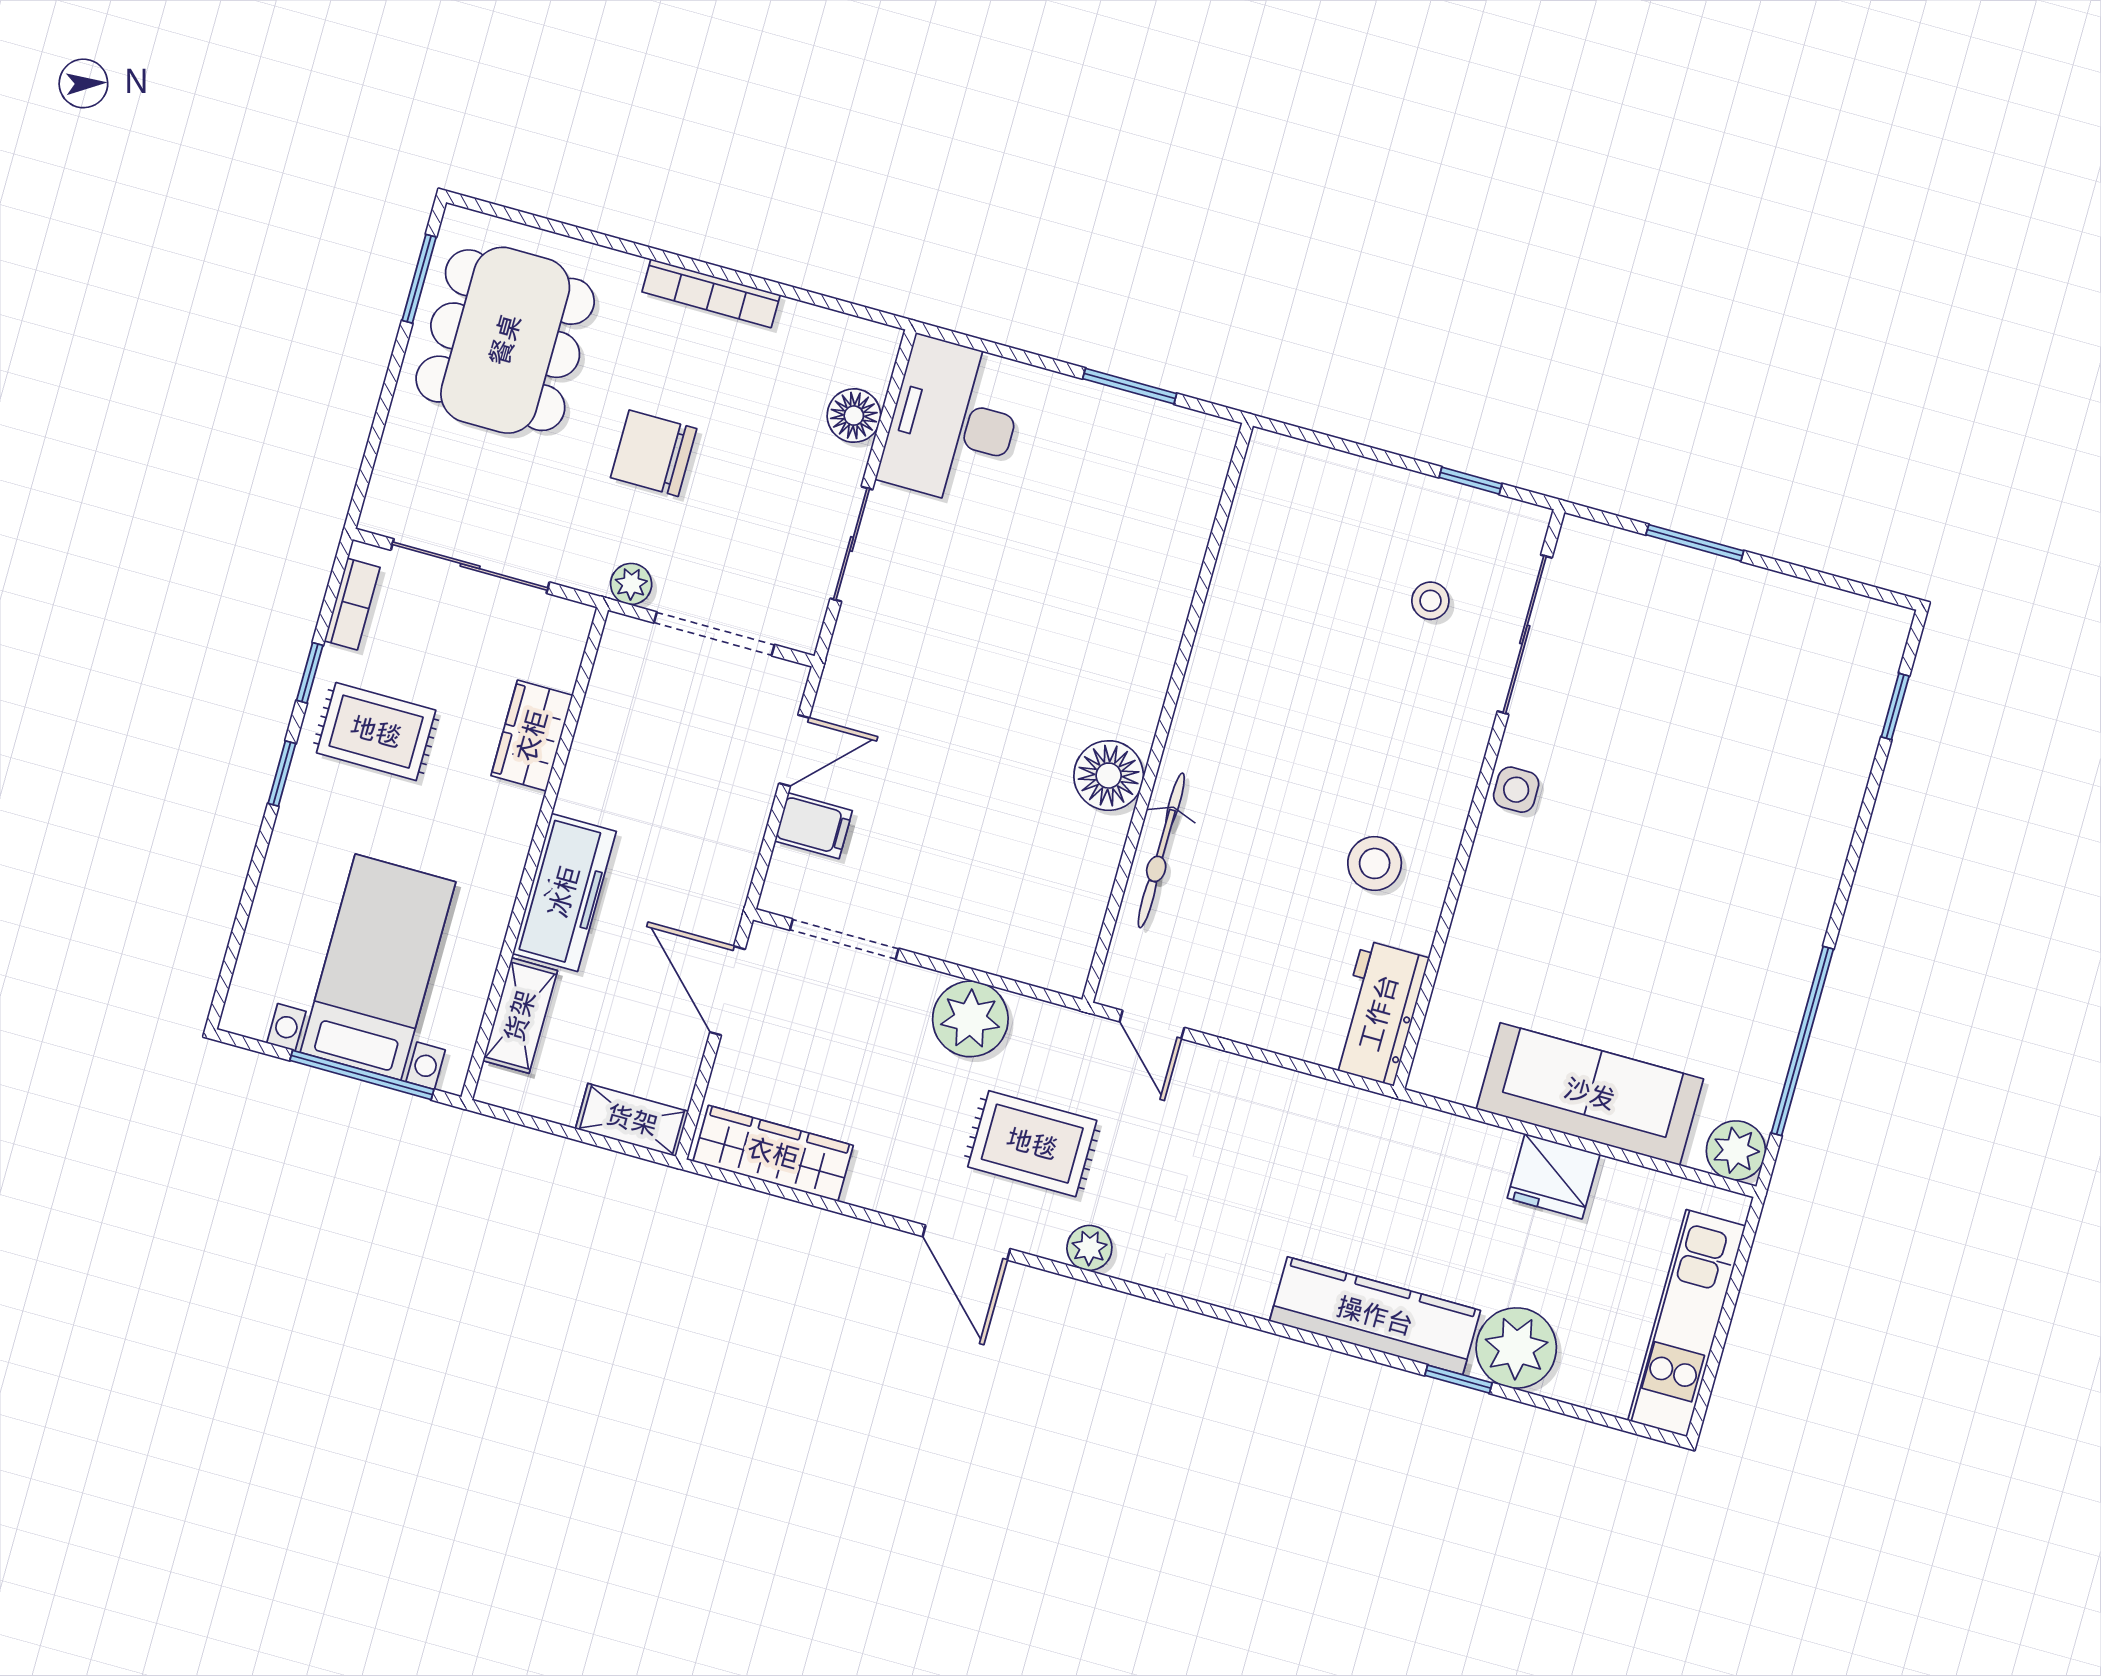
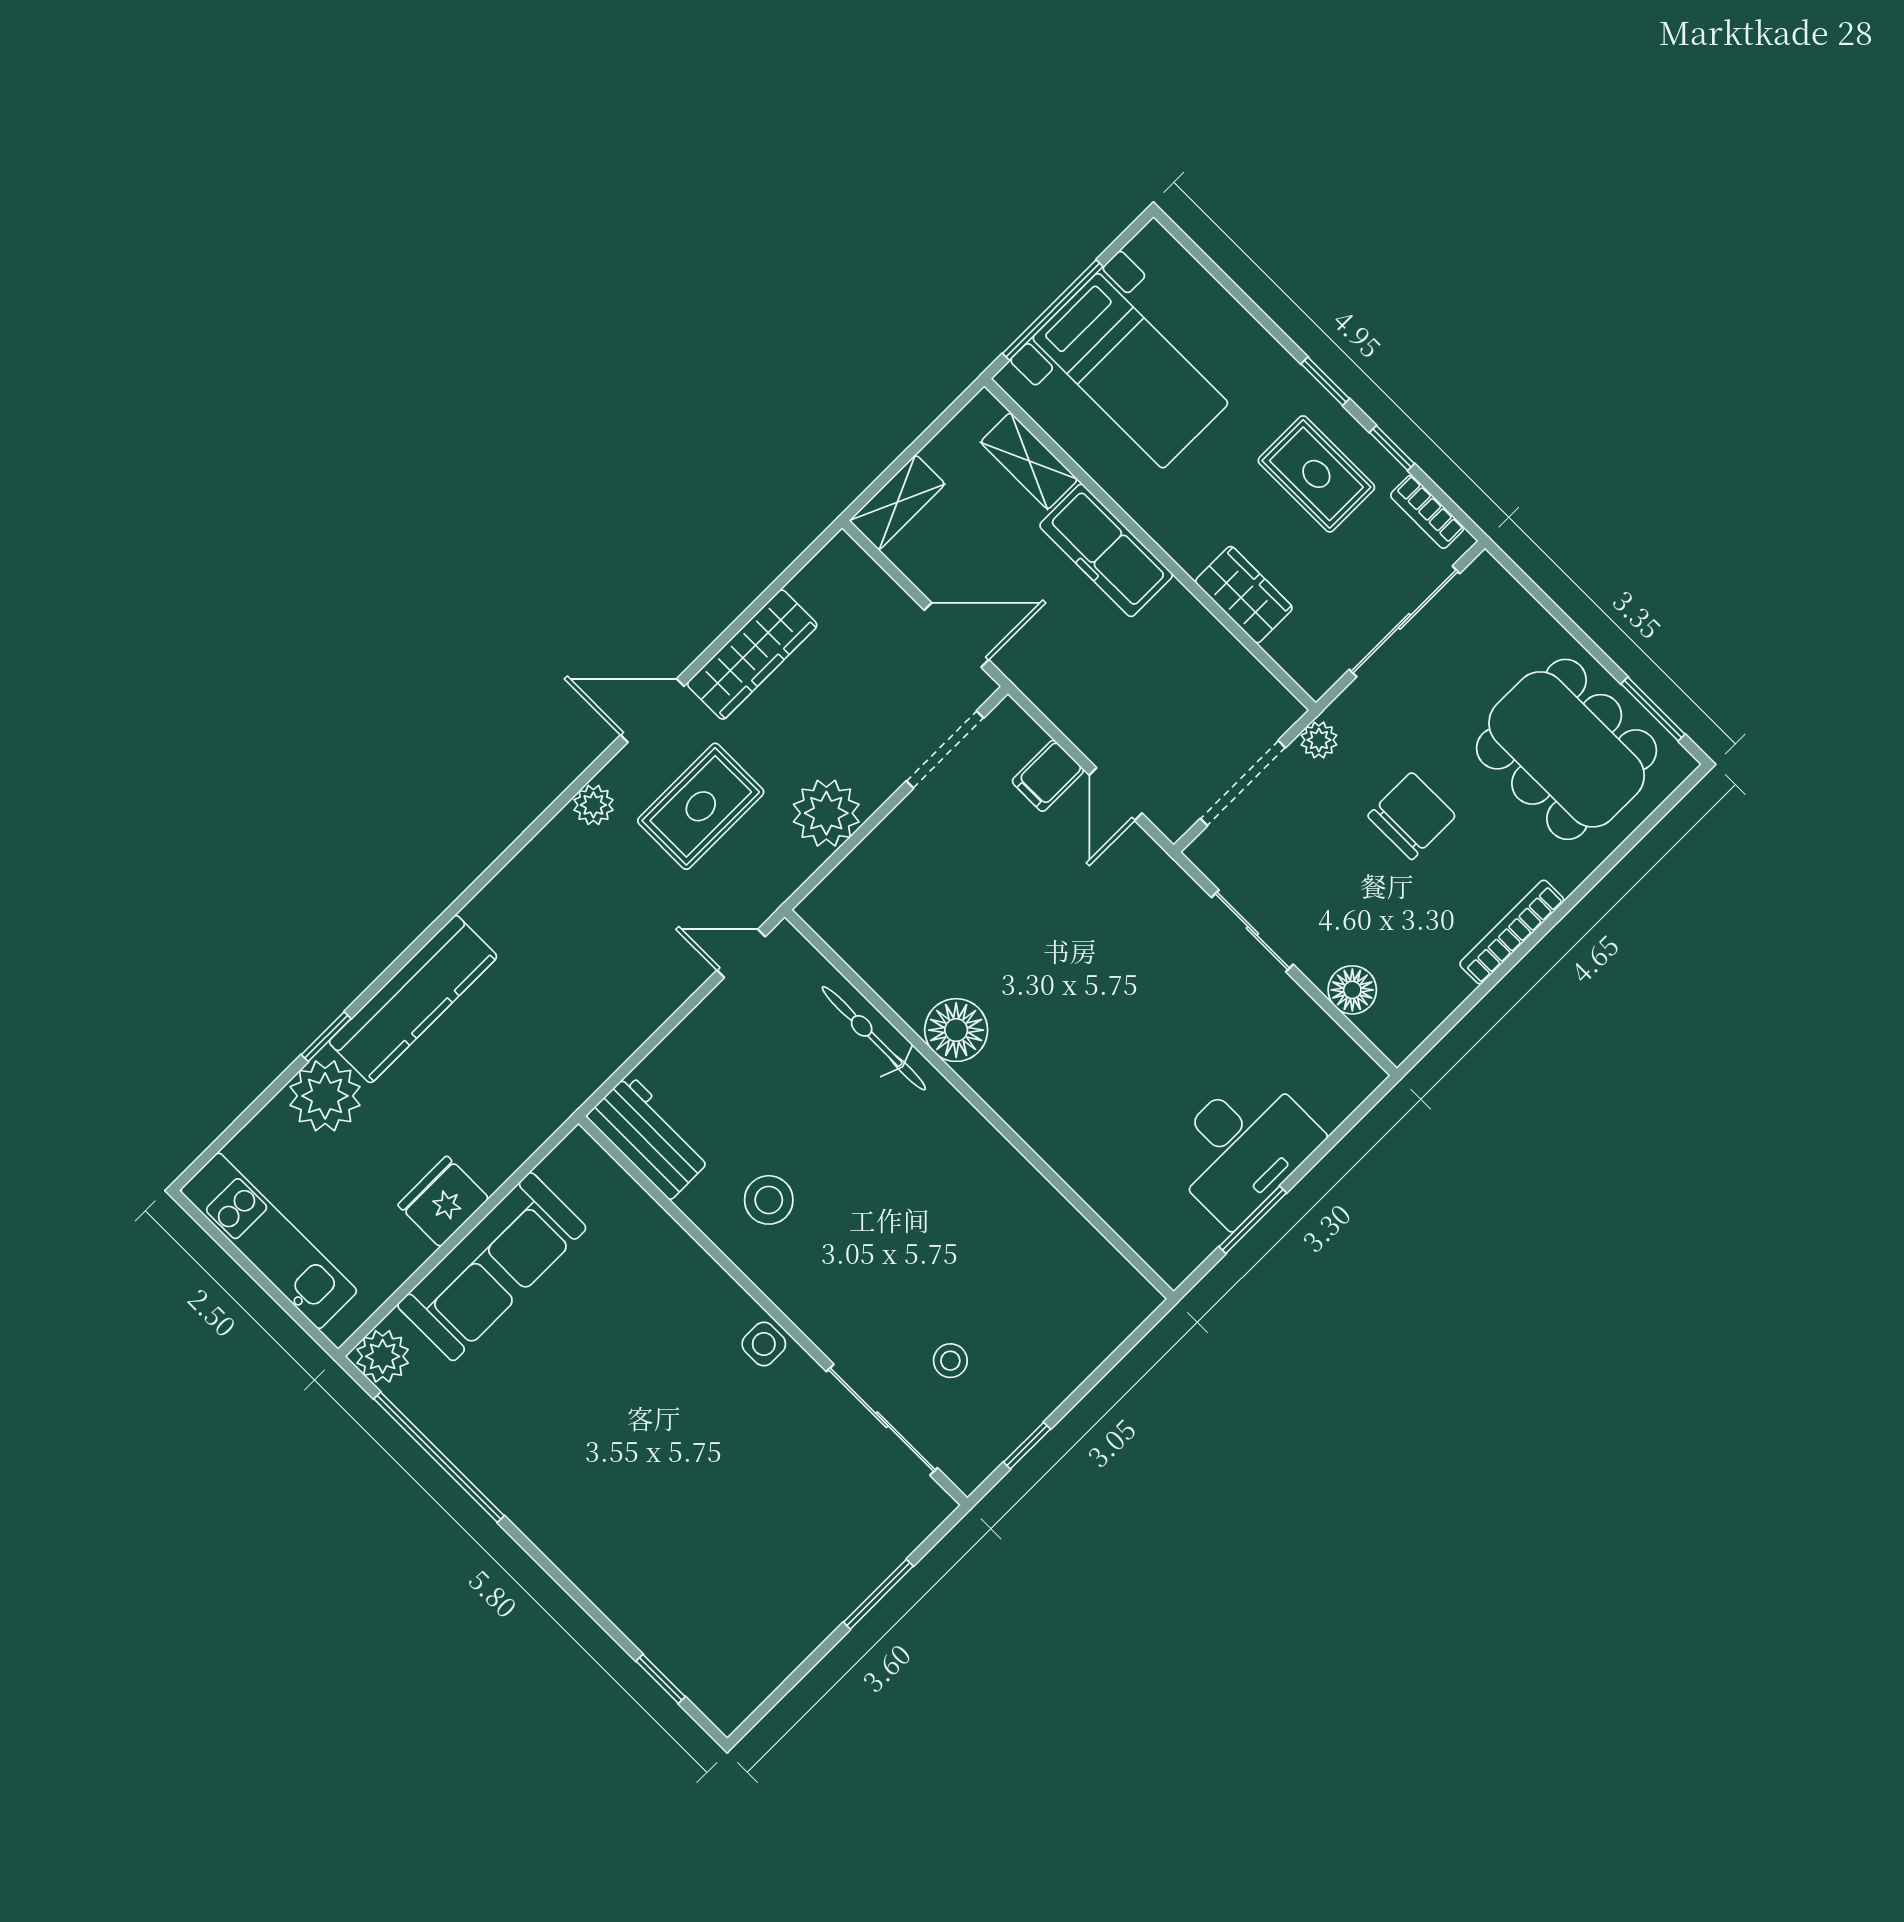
desk: (953, 422) -> (1242, 1147), moved, turned 90
rug: (376, 732) -> (1316, 474), turned 90
wardrobe: (773, 1153) -> (752, 655), moved

